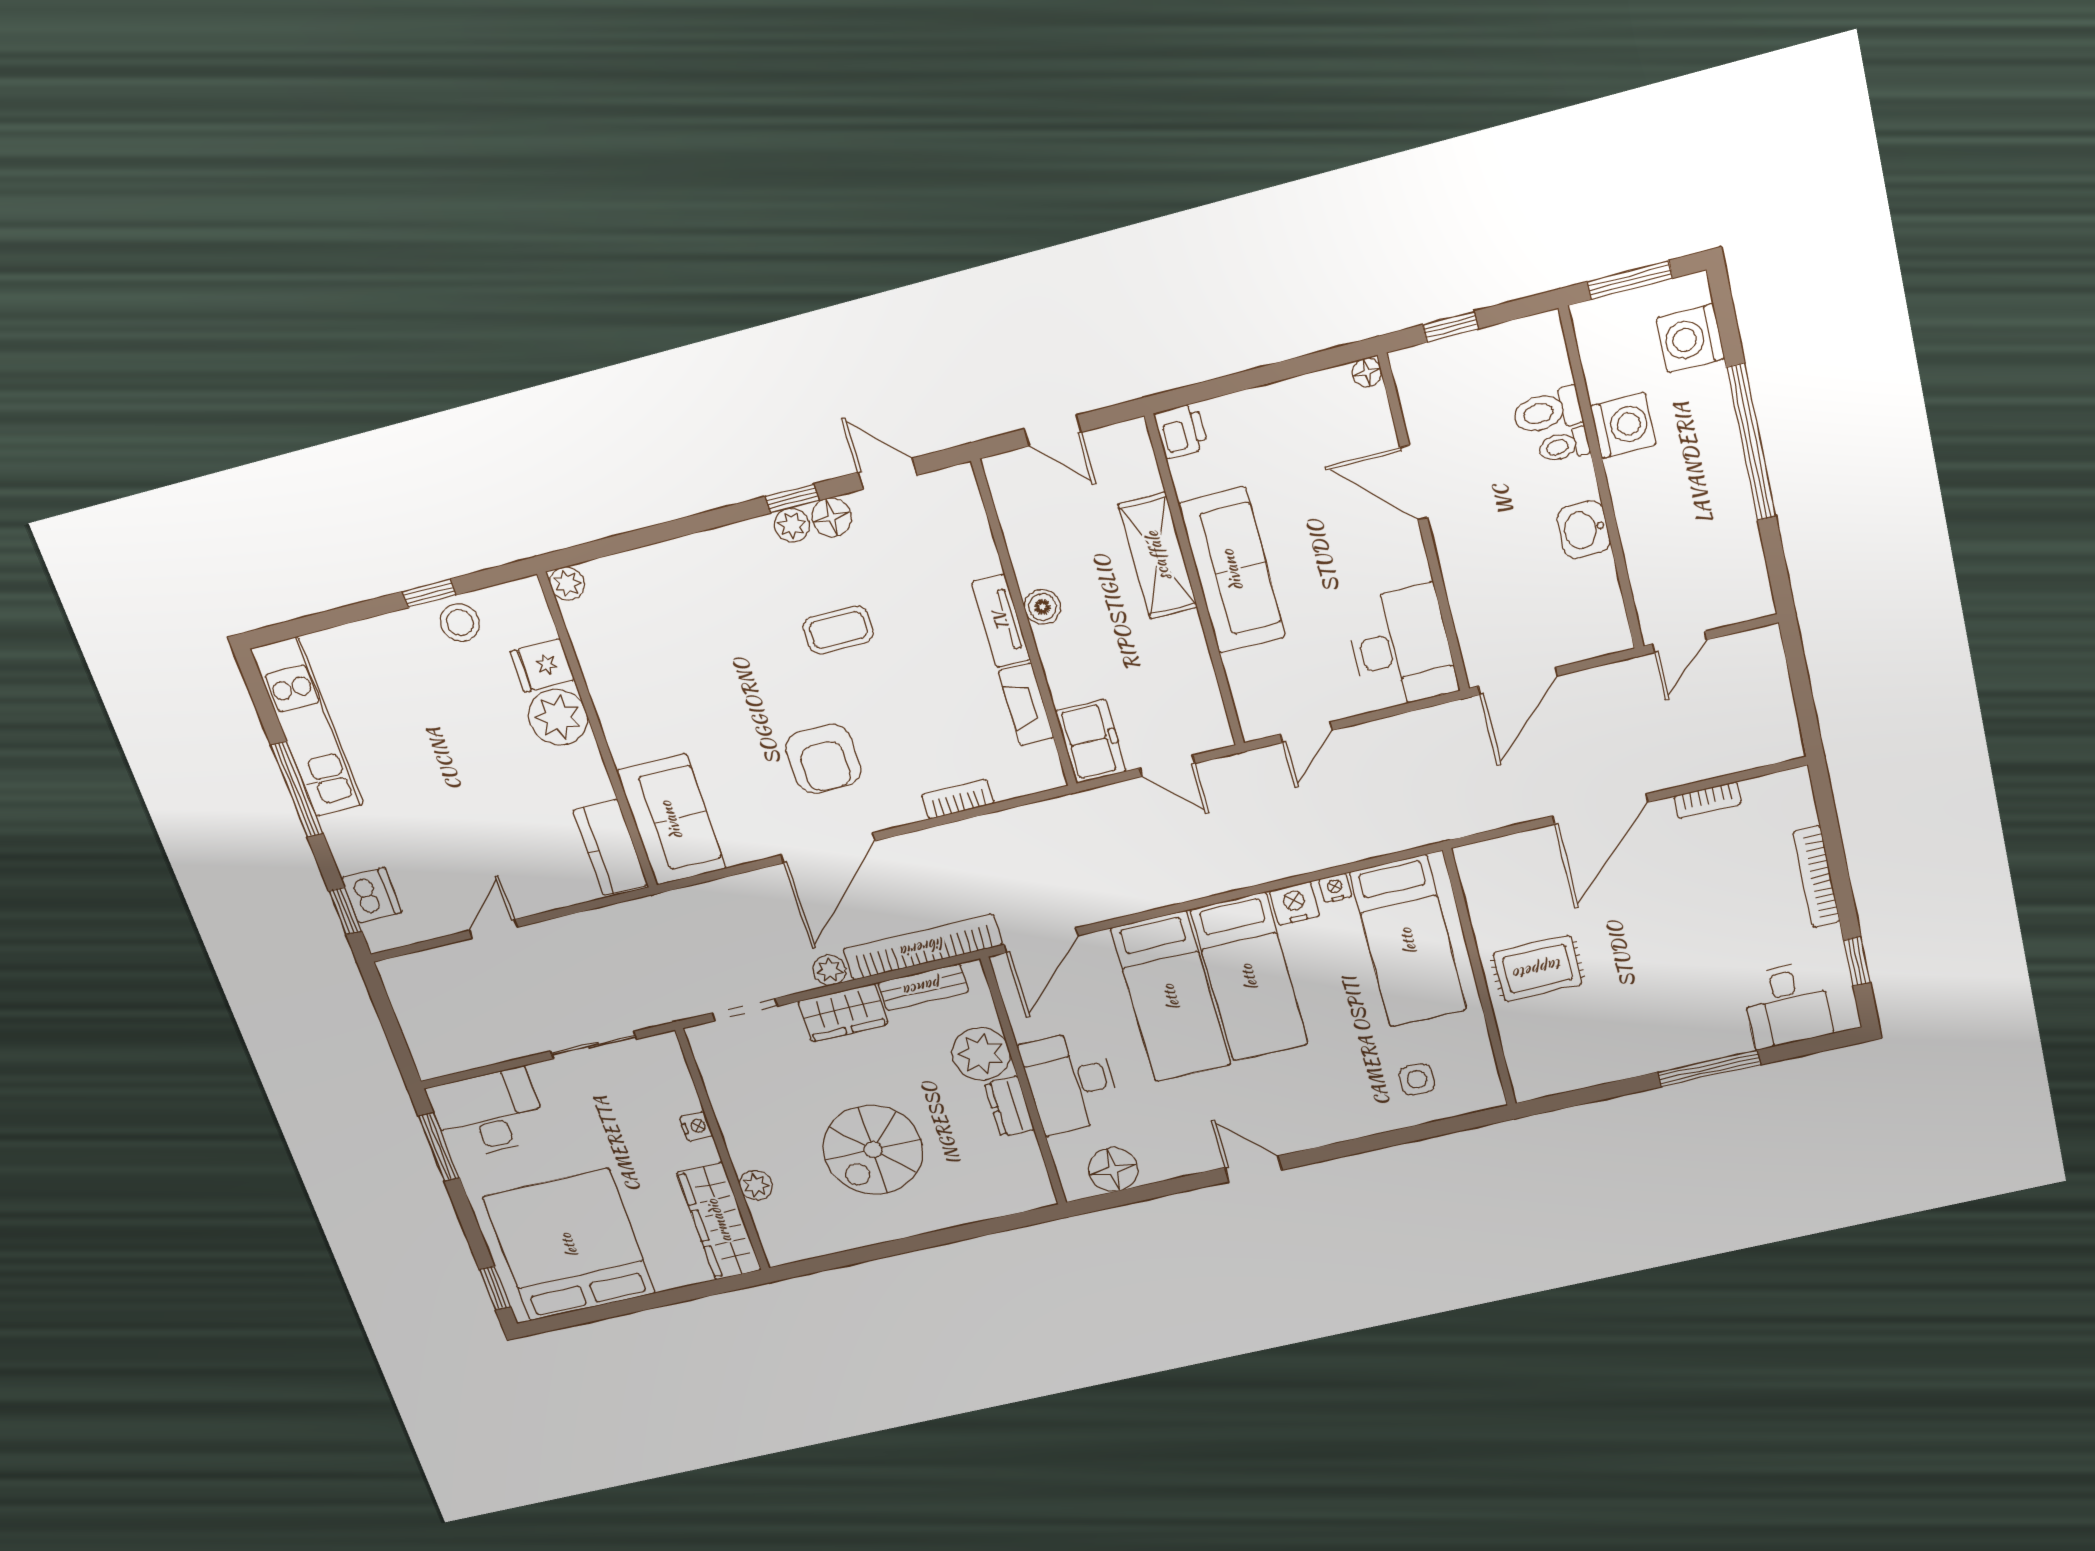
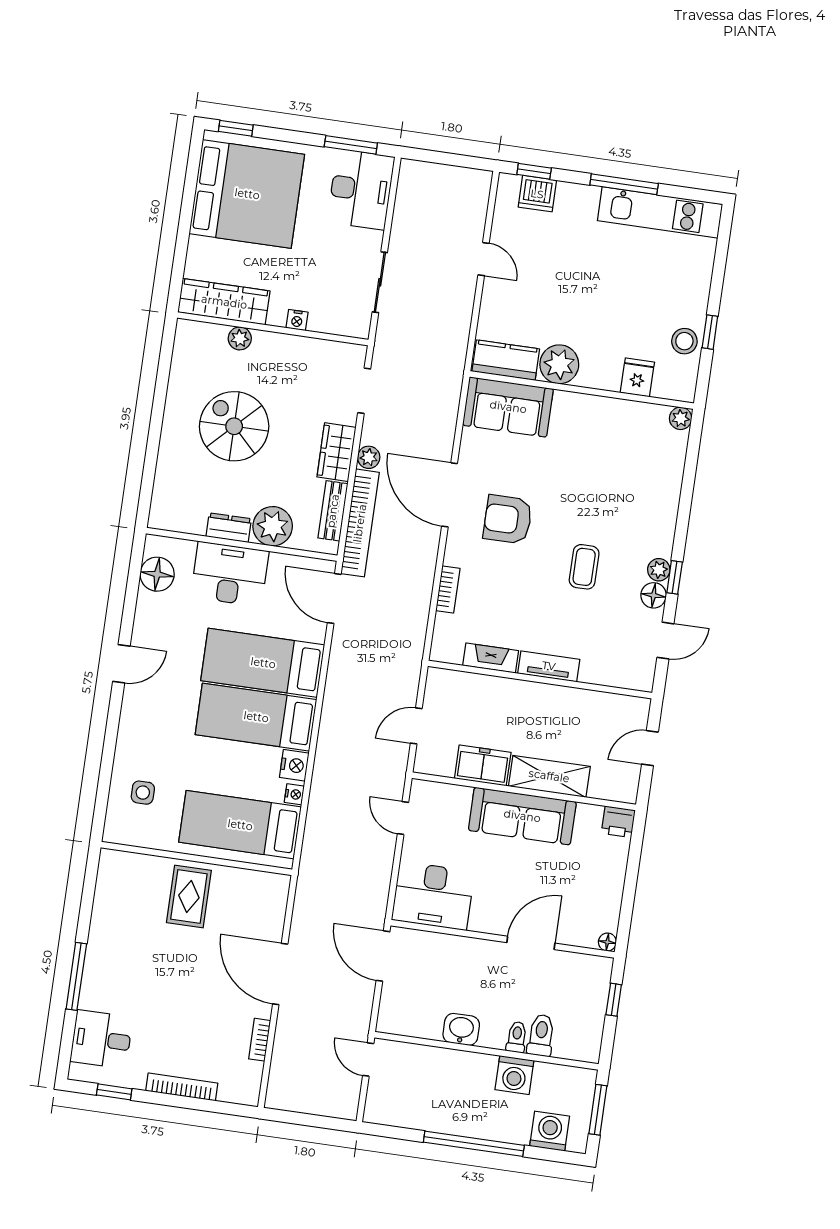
boiler: (1042, 607) -> (547, 695), removed
plant: (558, 717) -> (559, 364), moved
freezer: (1091, 741) -> (483, 765), moved, turned 180

